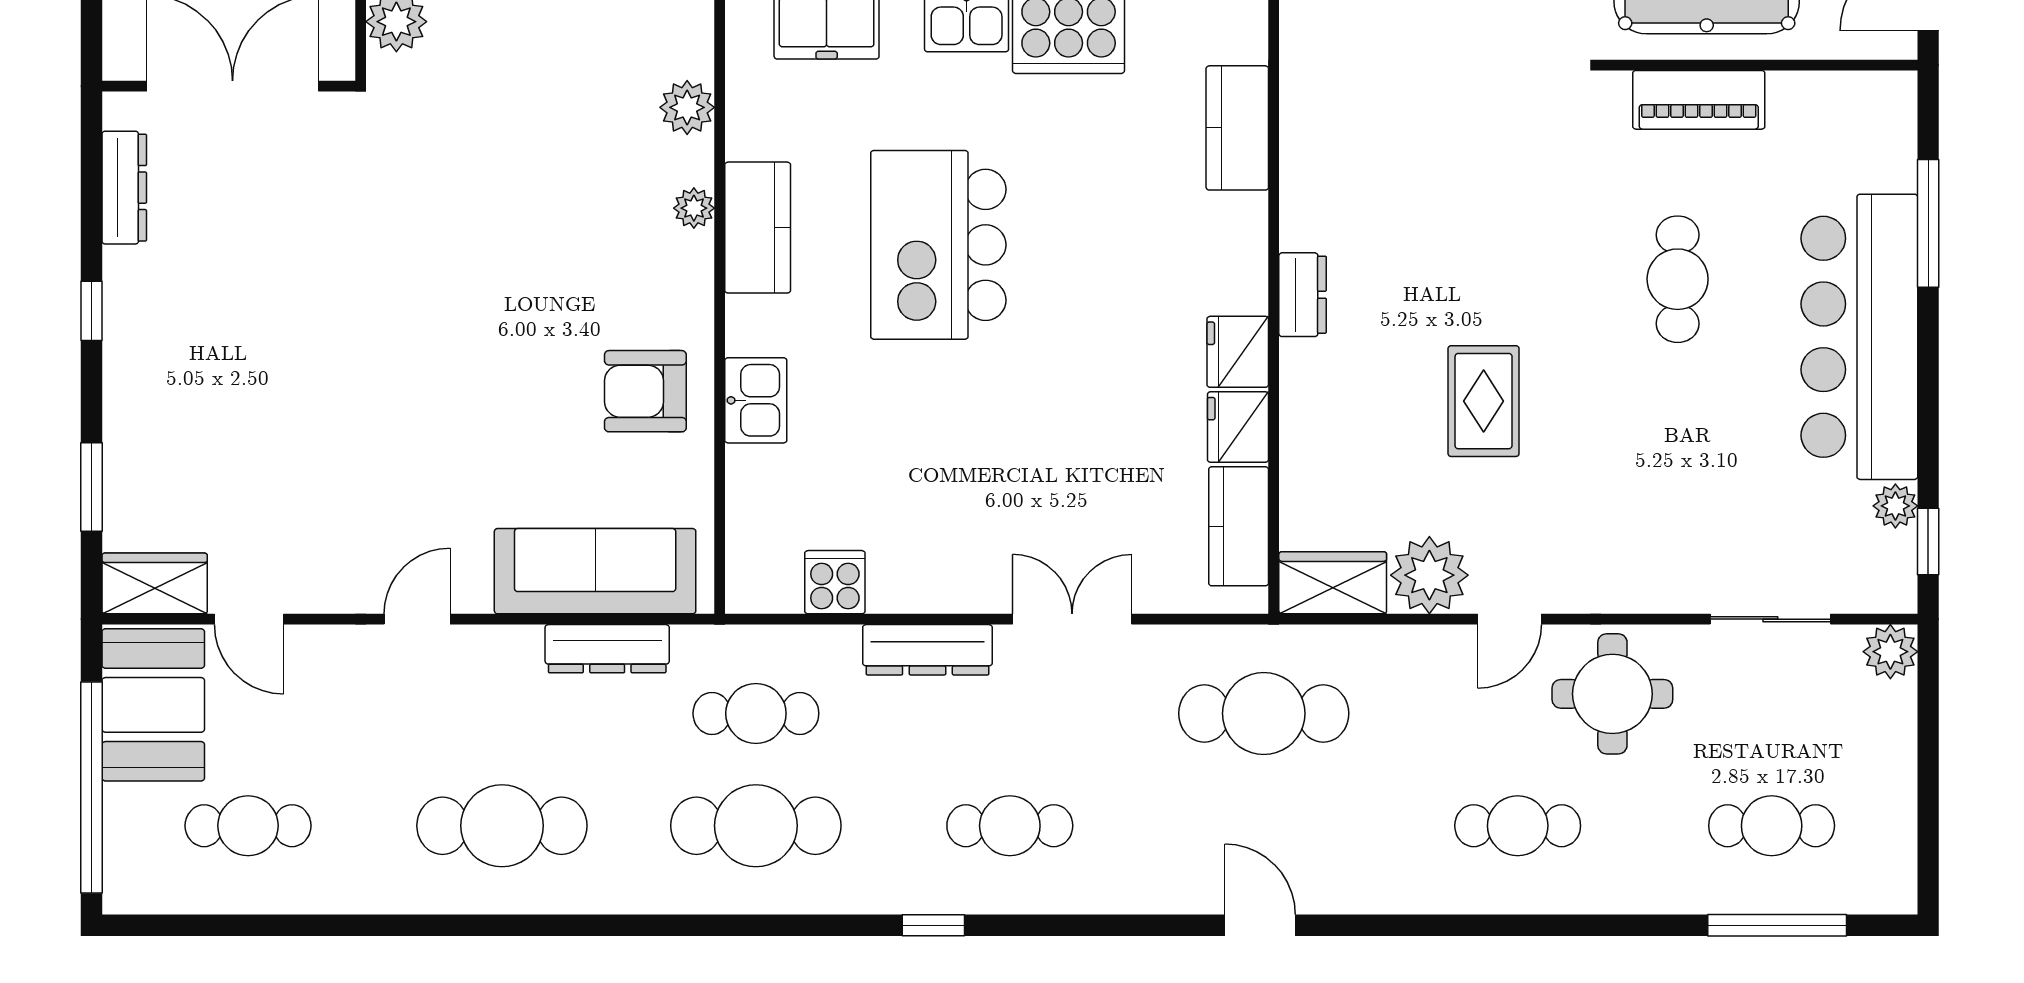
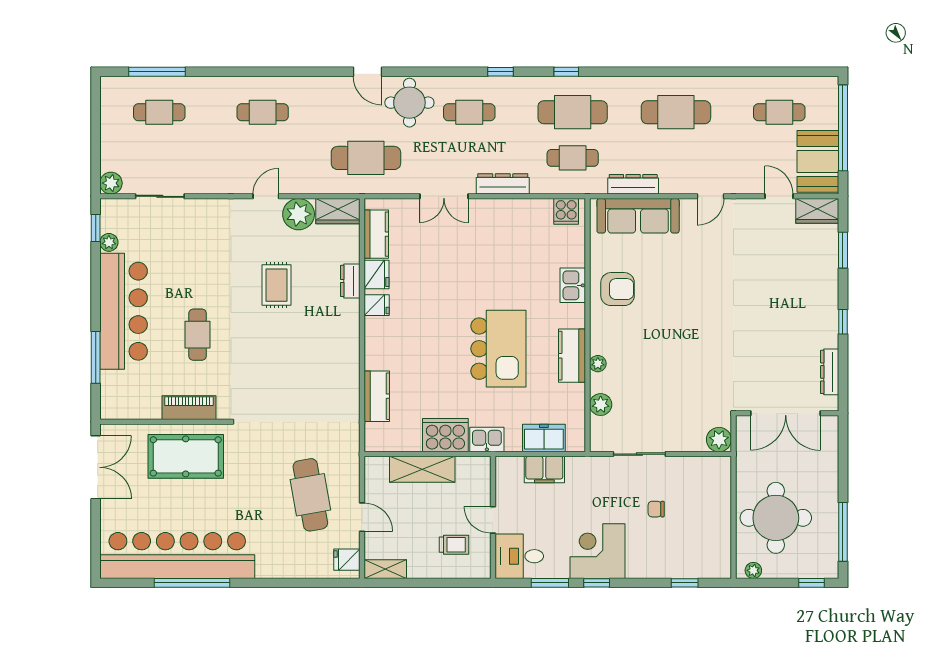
dresser: (1303, 295) -> (350, 281), moved
fridge: (1238, 352) -> (377, 305), width x0.72
cooker: (835, 582) -> (566, 211), moved
round table: (1612, 694) -> (409, 103), moved
window: (772, 925) -> (566, 72), added

